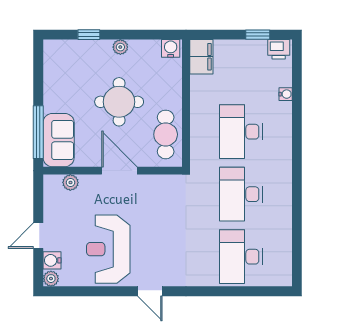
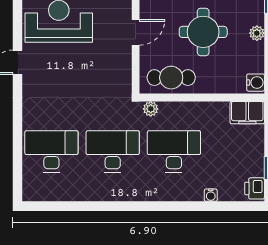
plant: (197, 155) -> (151, 109), added
door: (119, 171) -> (136, 32), width x0.73

